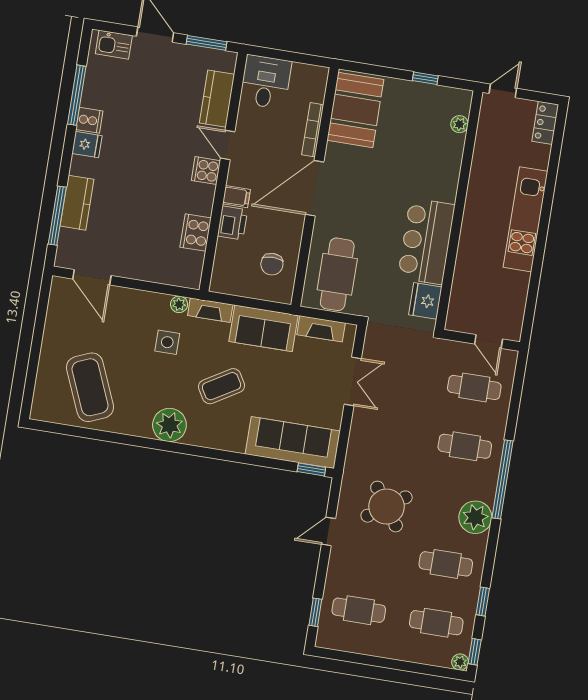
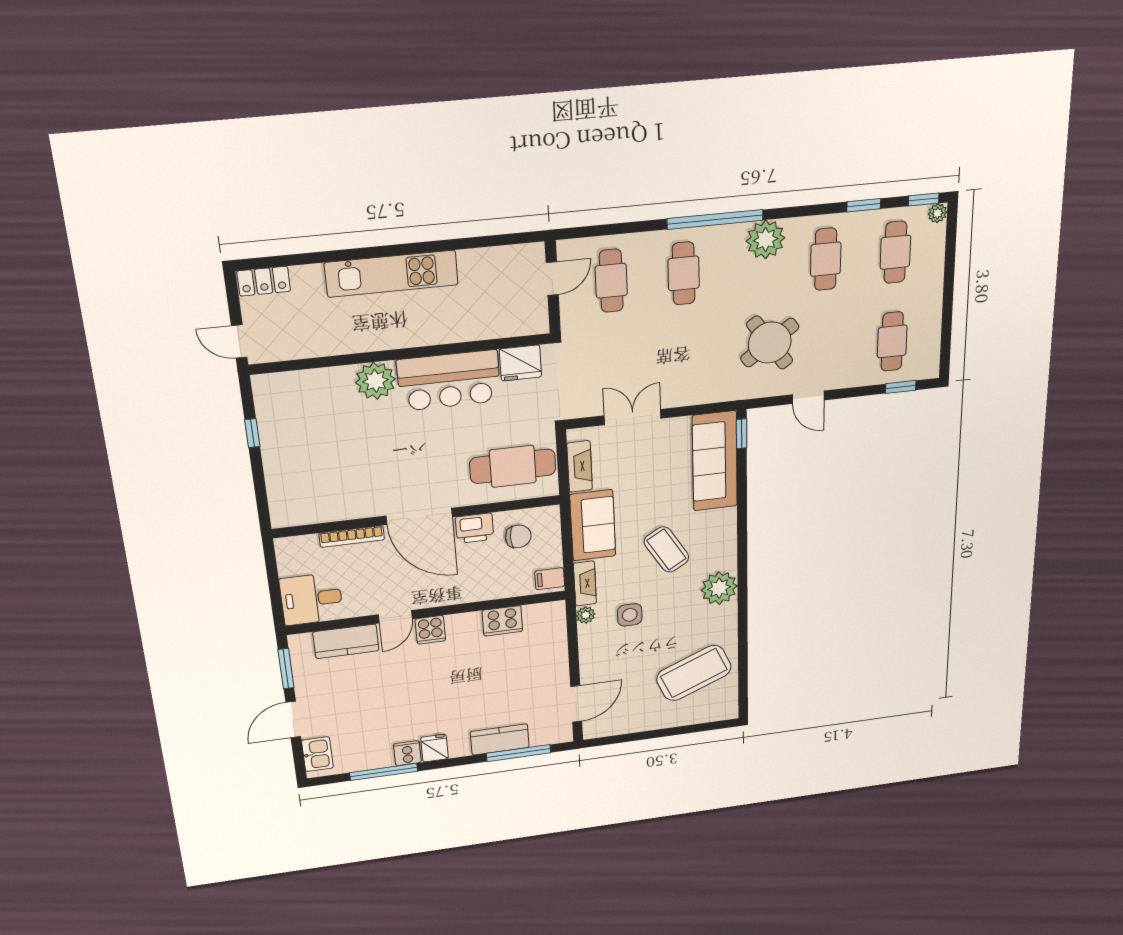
booth: (355, 110) -> (315, 498), removed
plant: (460, 124) -> (375, 381), moved, width x1.88, depth x1.88
filing cabinet: (236, 197) -> (550, 579), moved, turned -90
printer: (232, 223) -> (475, 528), moved, turned 180

